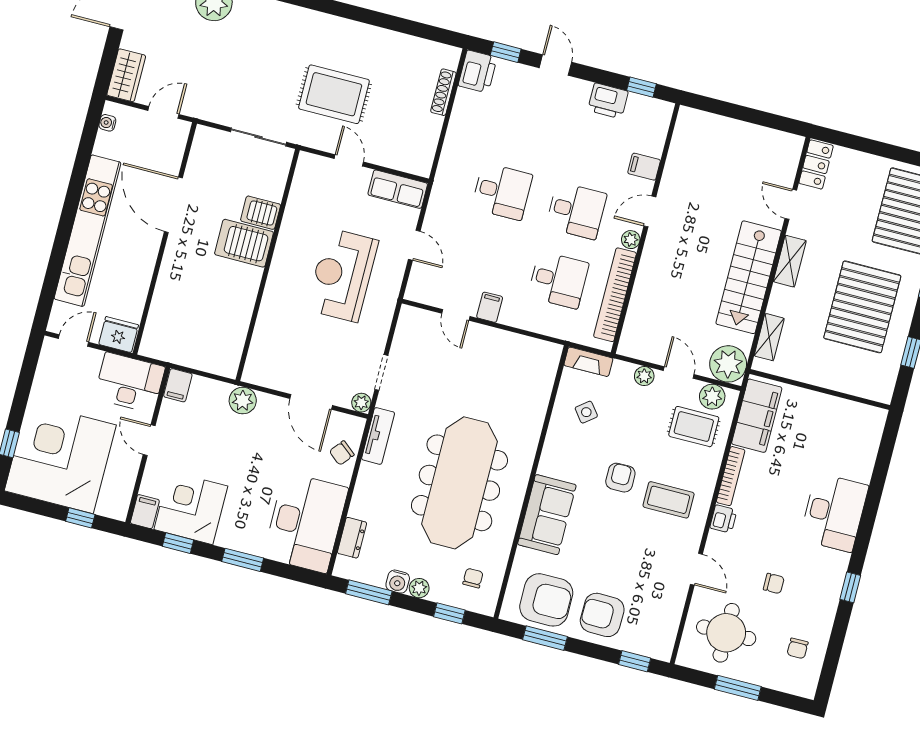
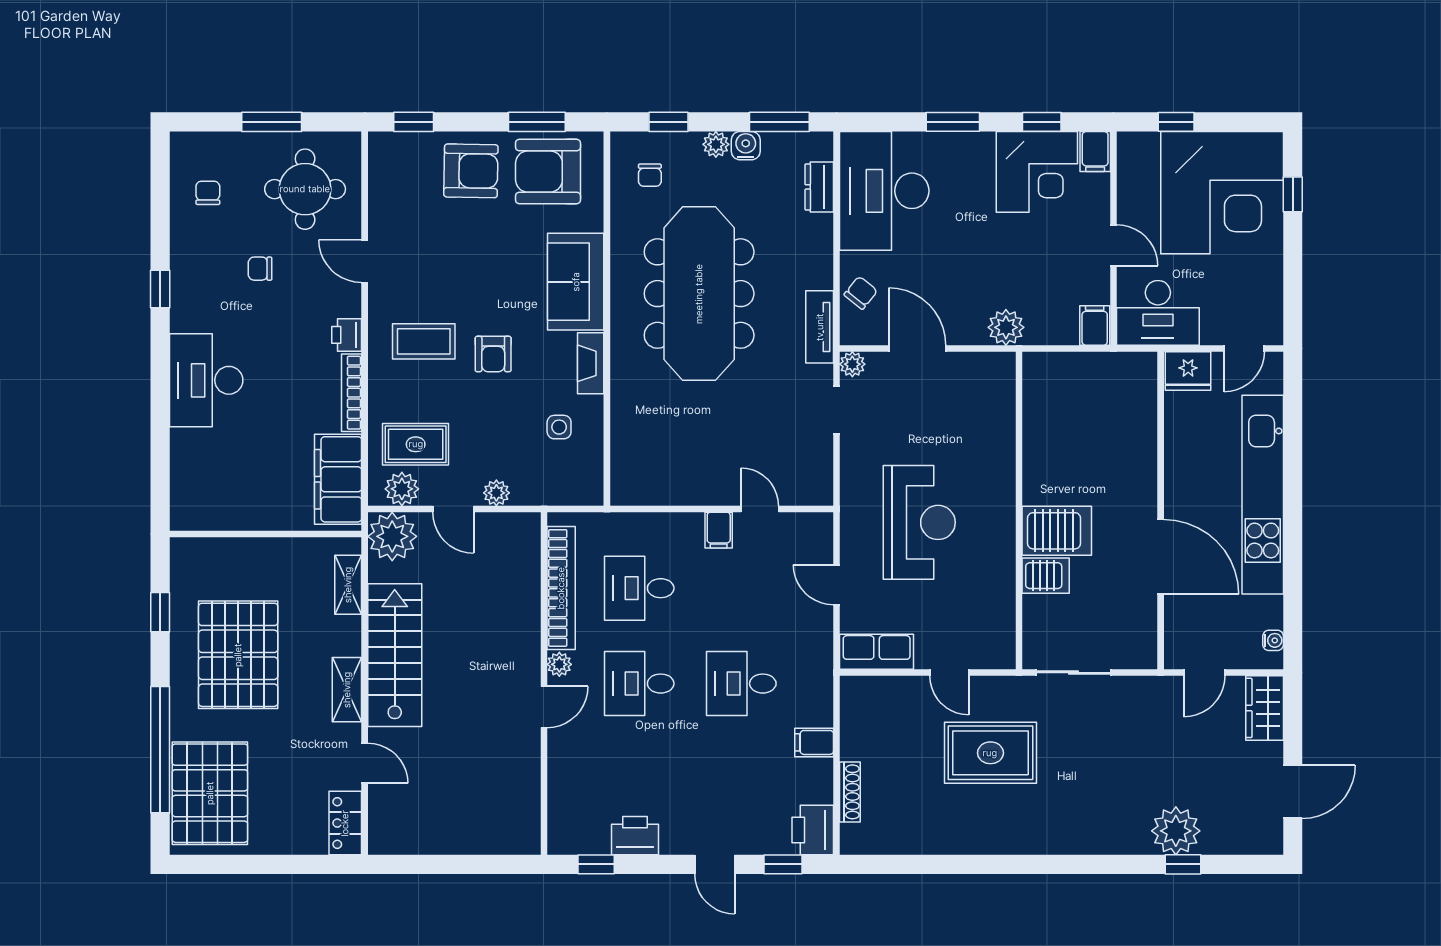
filing cabinet: (644, 167) -> (814, 742), moved, turned 180
fireplace: (588, 362) -> (591, 363), moved, turned -90
side table: (586, 412) -> (559, 427), turned 38

